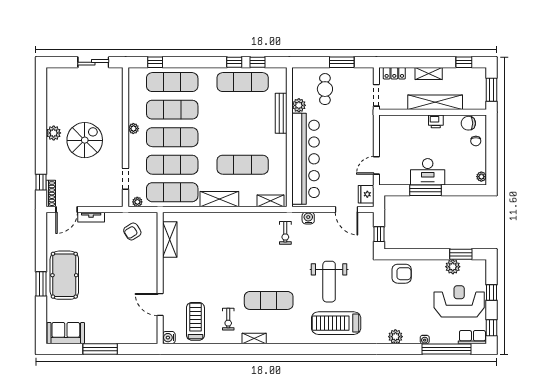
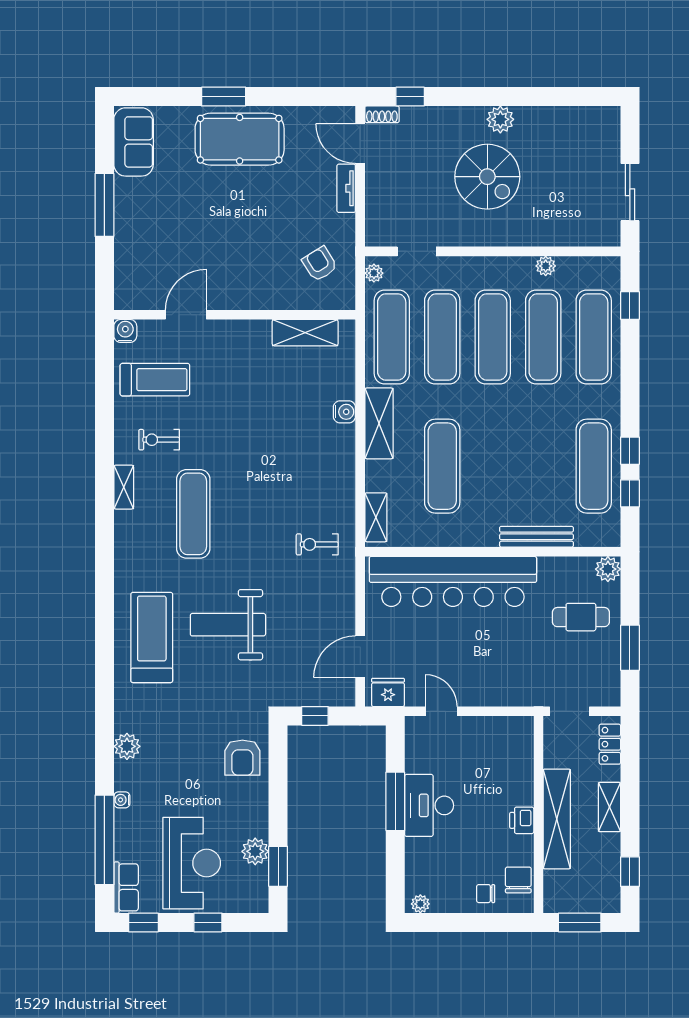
plant: (299, 105) -> (608, 569), moved
plant: (133, 129) -> (546, 266), moved
shoe rack: (51, 194) -> (382, 114), width x0.70
water cooler: (308, 218) -> (344, 412), moved

